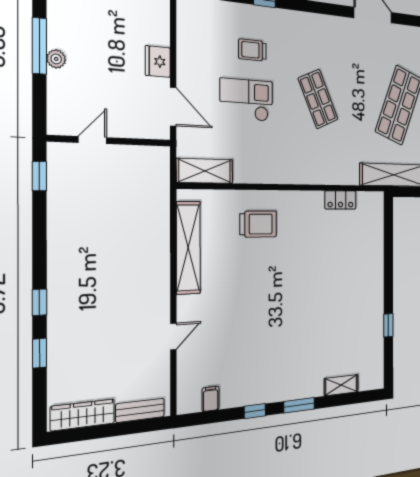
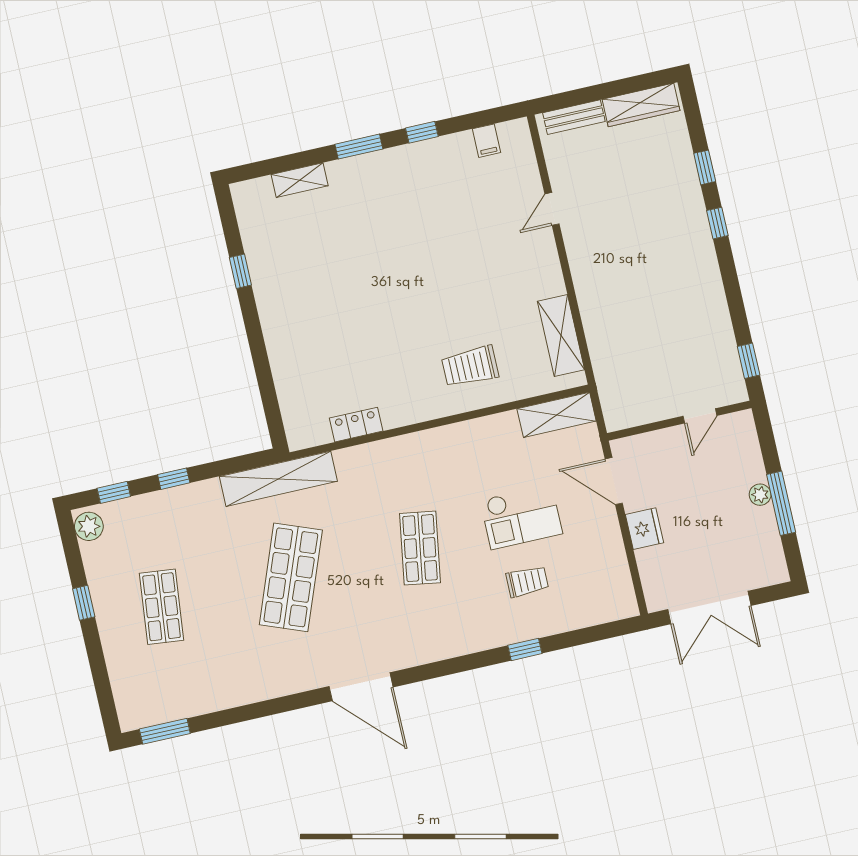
shop shelf: (318, 99) -> (420, 548), turned 33
shelving: (188, 248) -> (561, 336), width x0.68

